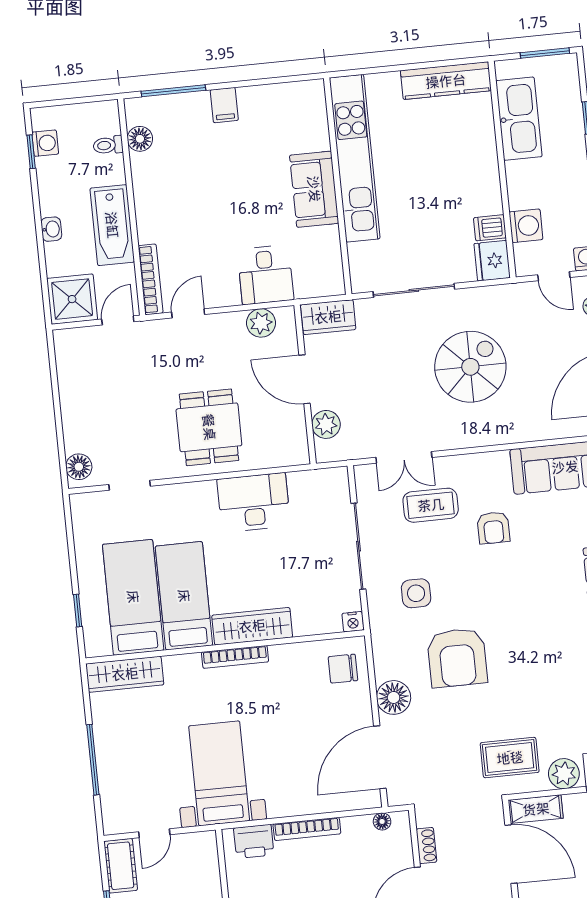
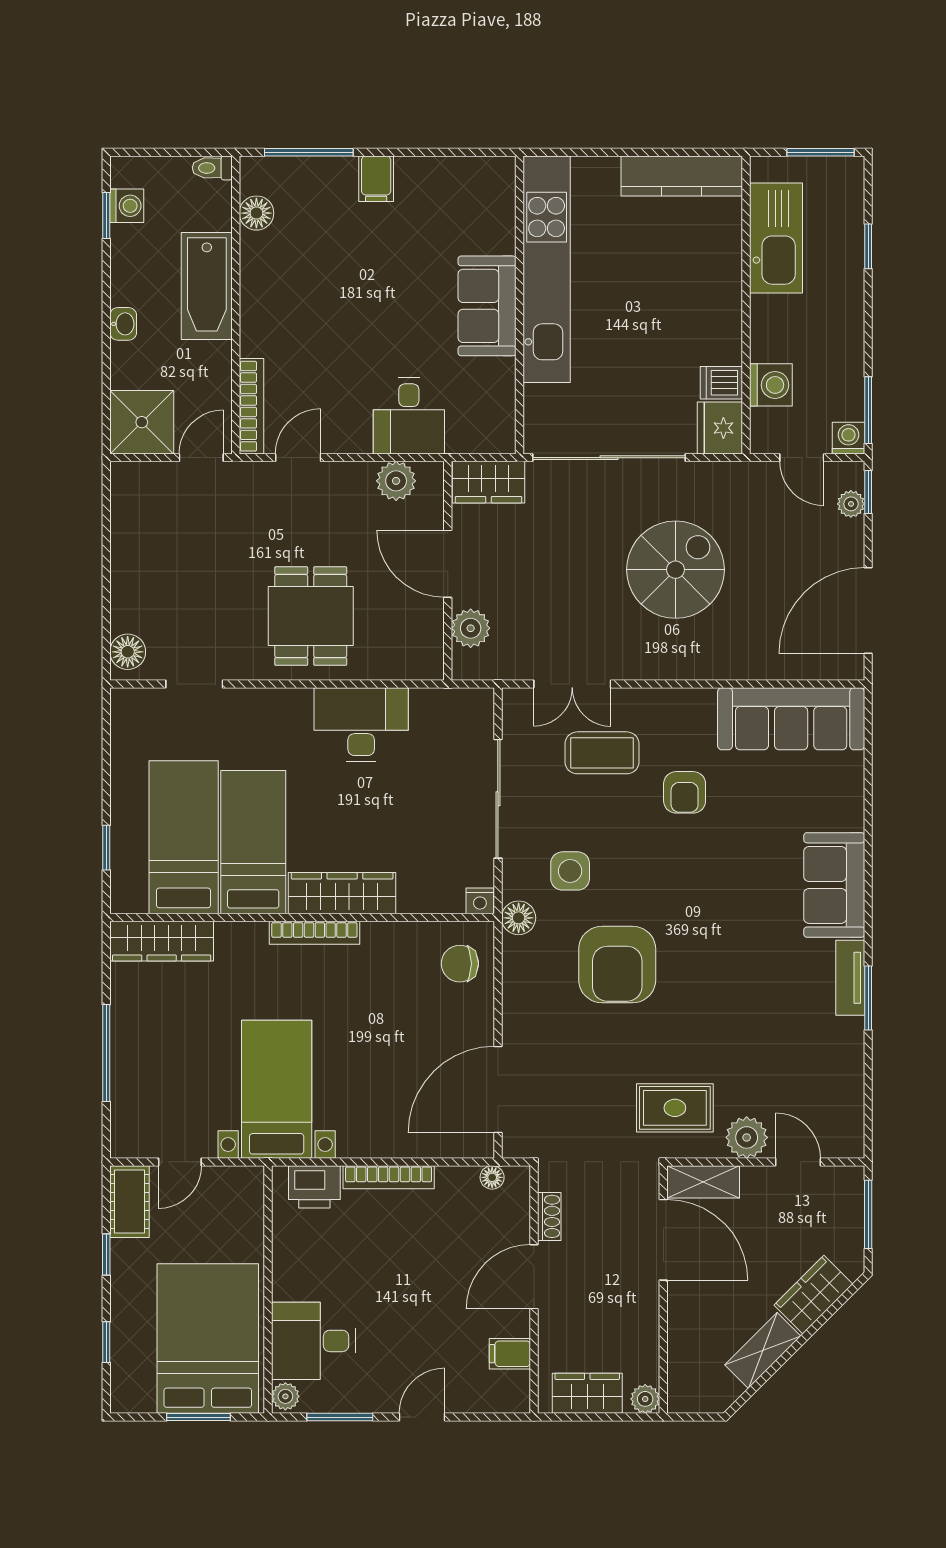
toilet: (108, 145) -> (212, 168), moved
bathtub: (112, 225) -> (207, 286), moved
sliding door: (414, 290) -> (609, 458), width x1.36
floor lamp: (394, 697) -> (519, 918), moved, width x0.73, depth x0.73

